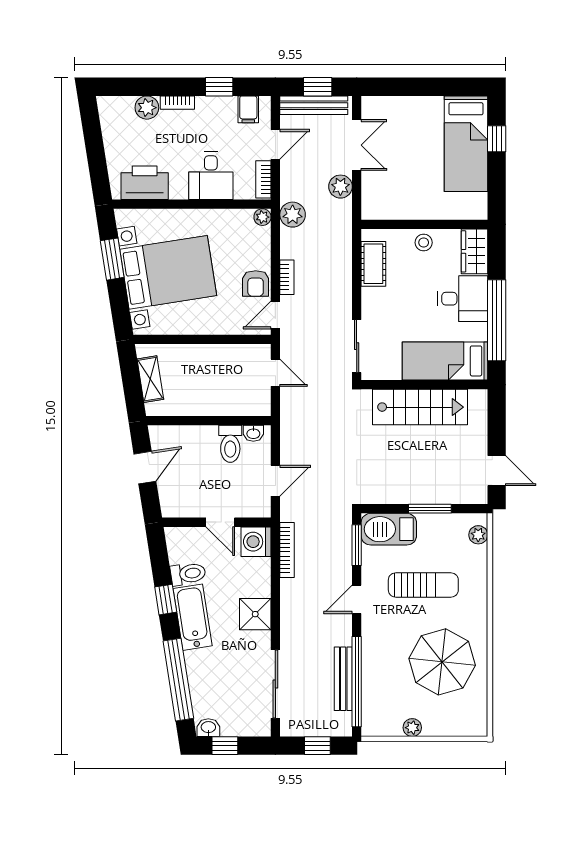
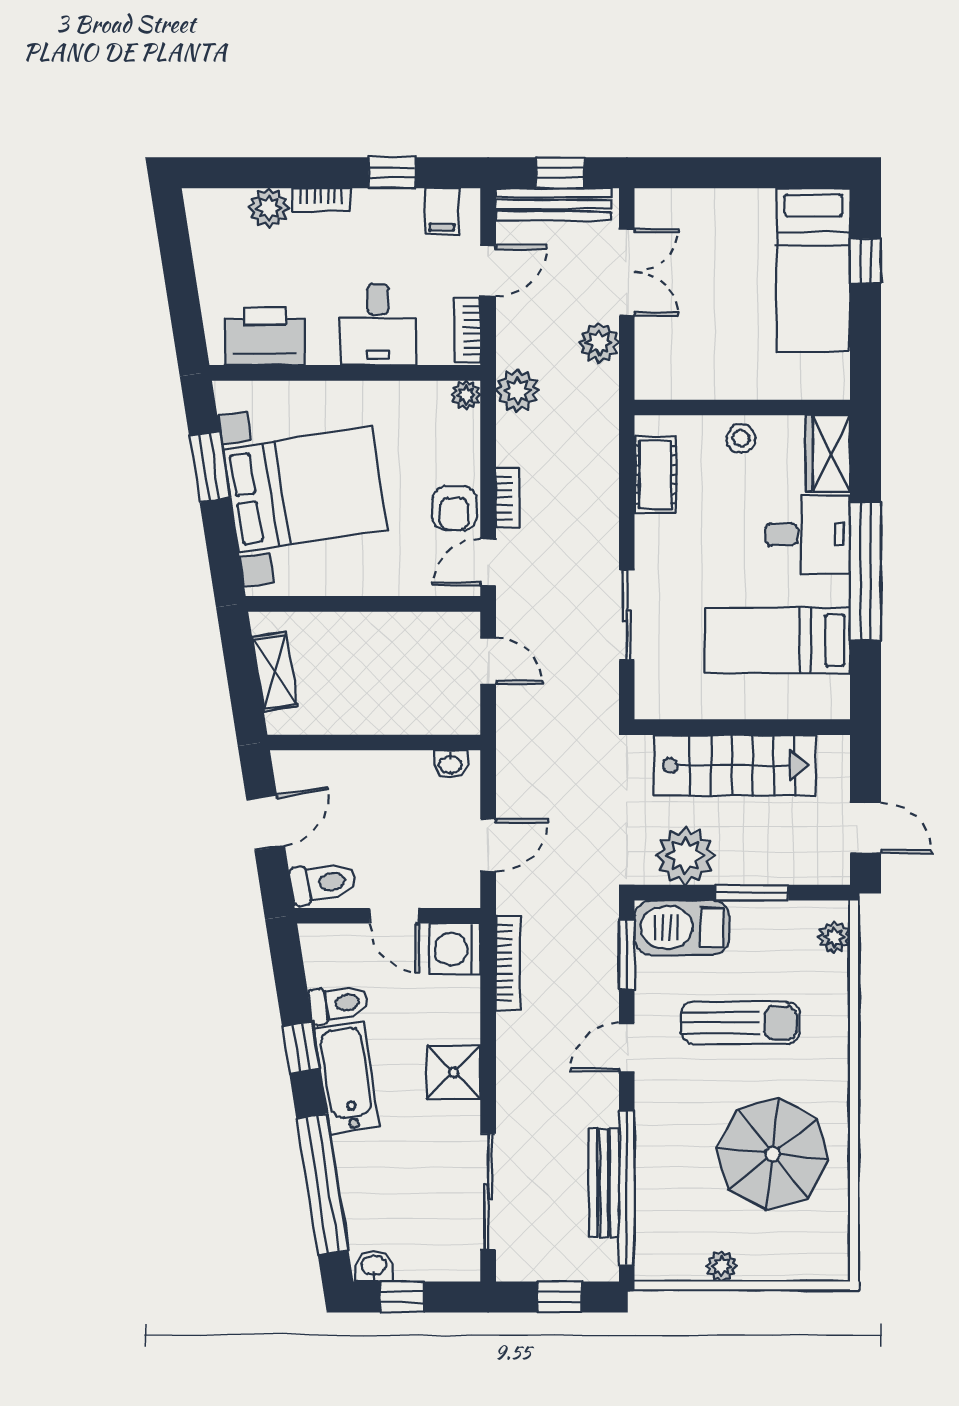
wall: (424, 385) -> (742, 727), moved
stairs: (420, 407) -> (735, 765), moved
toilet: (230, 444) -> (323, 883), moved, turned -99
plant: (391, 487) -> (685, 856), added

